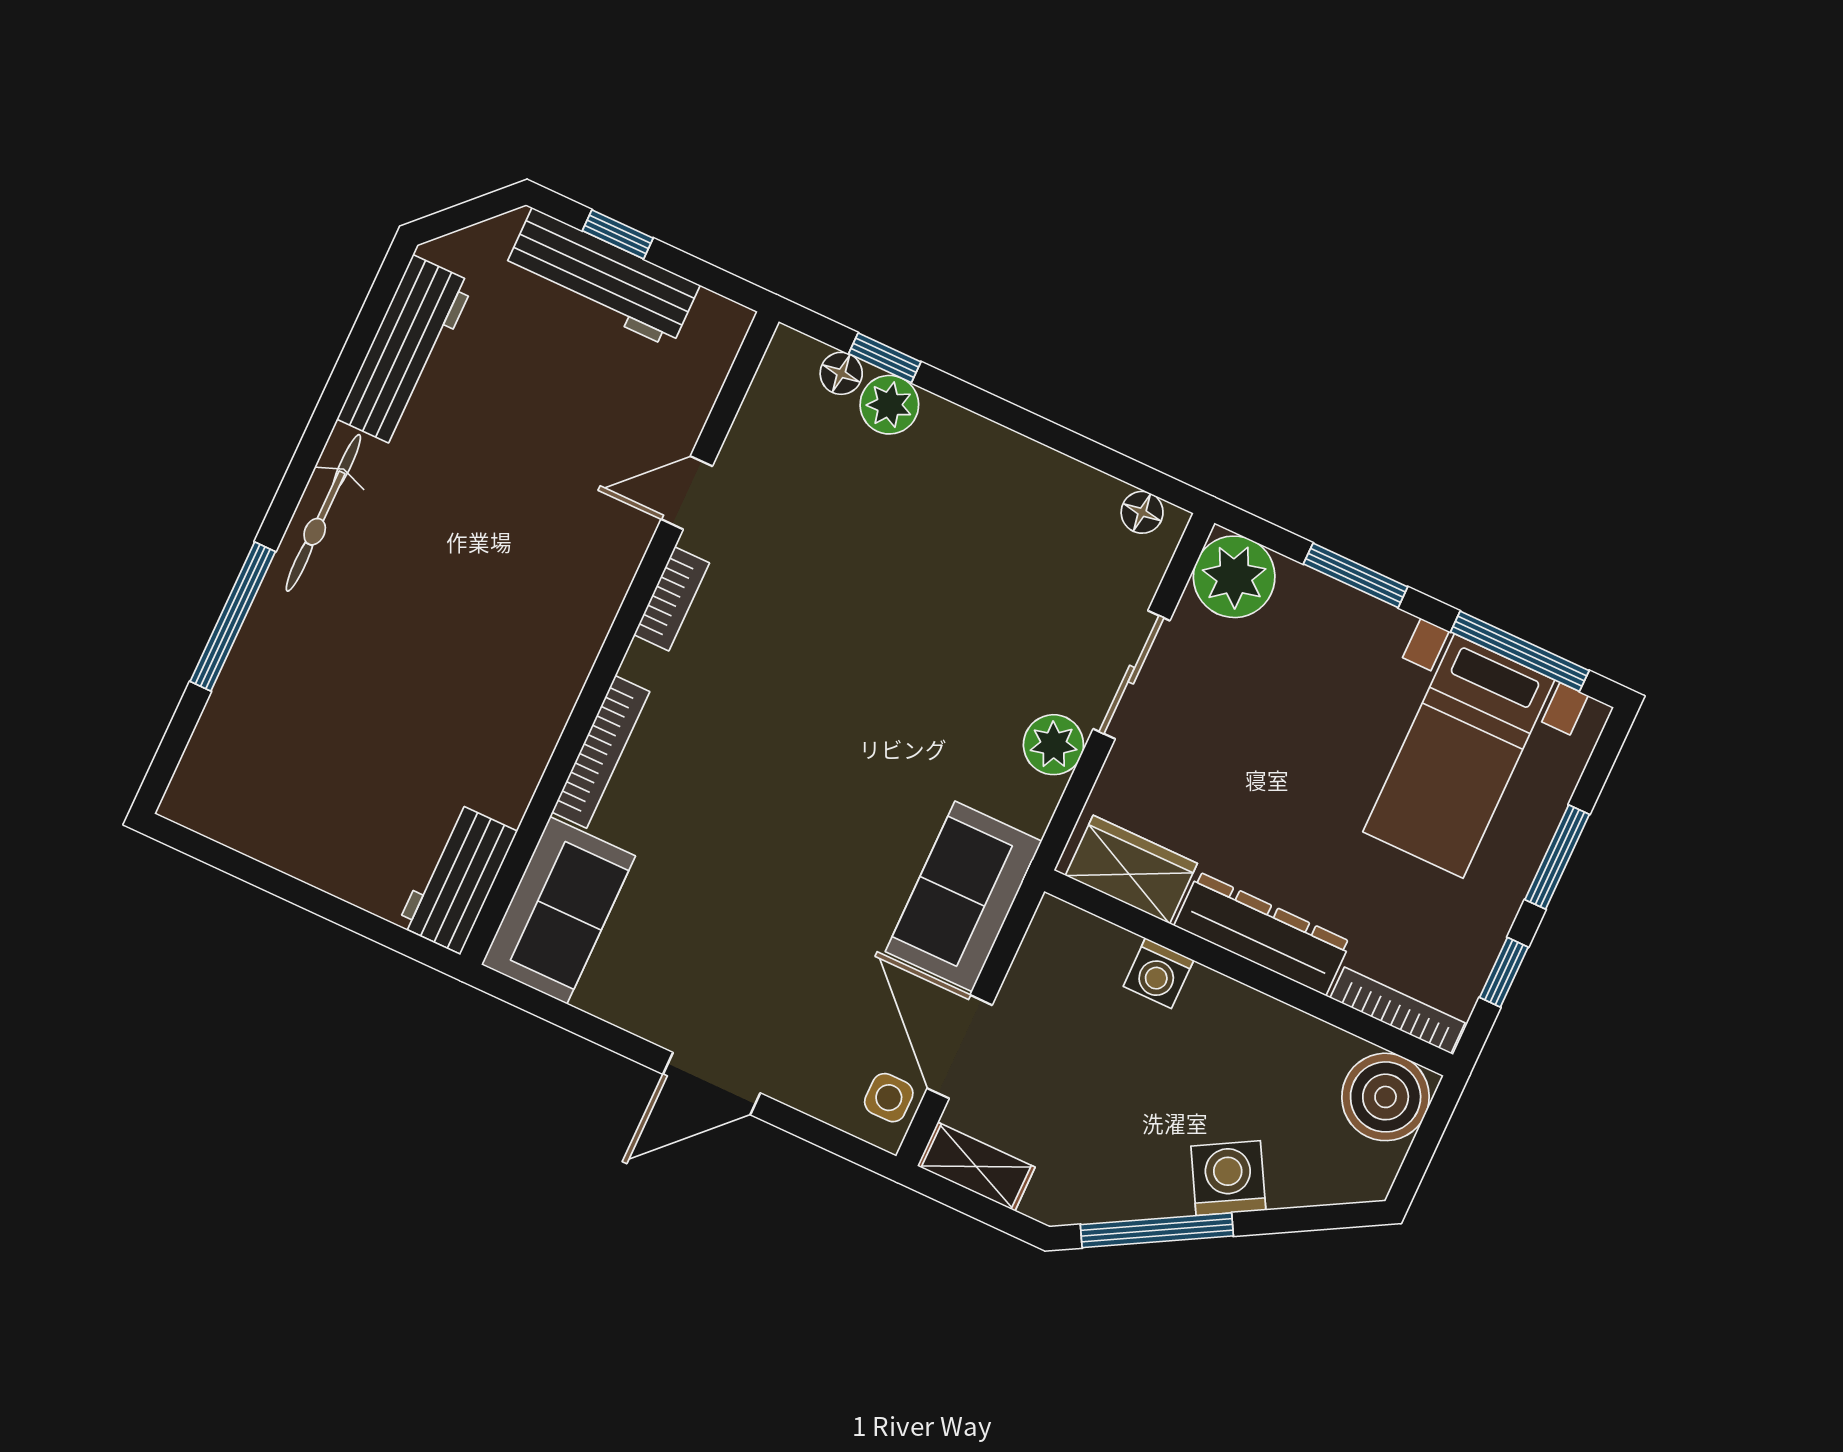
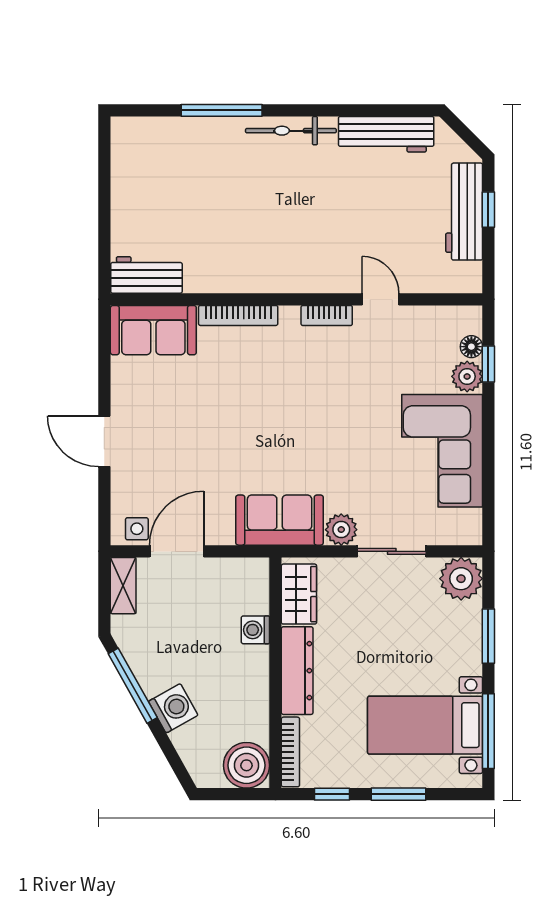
corner sofa: (998, 507) -> (442, 451), added
floor lamp: (1142, 512) -> (471, 521), removed
sofa: (964, 896) -> (280, 520), moved

